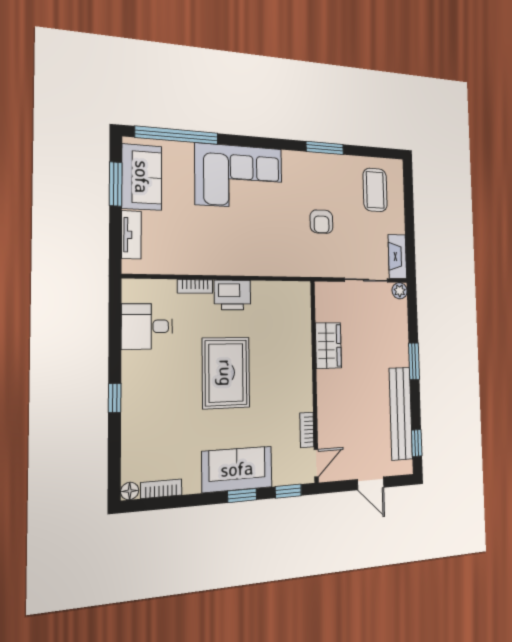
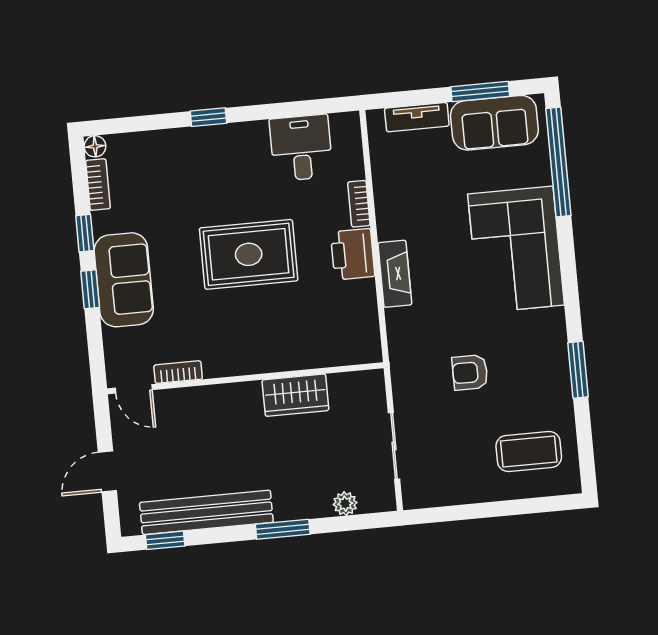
fireplace: (397, 256) -> (395, 274), moved, turned 90
plant: (400, 291) -> (345, 504), moved
window: (288, 491) -> (85, 233), moved

